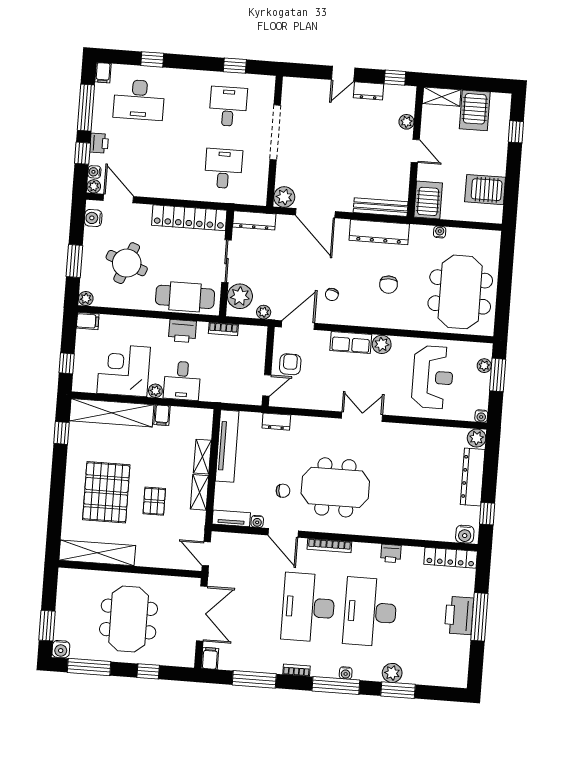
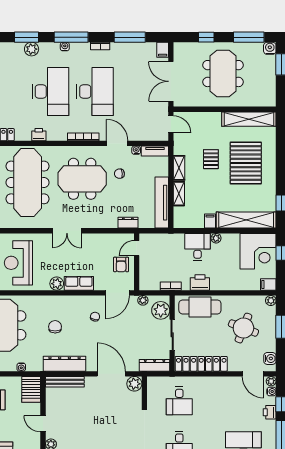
corner desk: (124, 370) -> (258, 251), moved
meeting table: (412, 488) -> (28, 182), added

